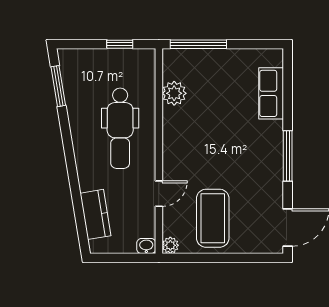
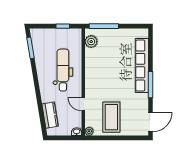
plant: (174, 93) -> (91, 42), moved
row of seats: (271, 93) -> (142, 66), width x2.02
dental chair: (120, 128) -> (63, 70), turned 180
door: (159, 194) -> (83, 104), swing flipped

